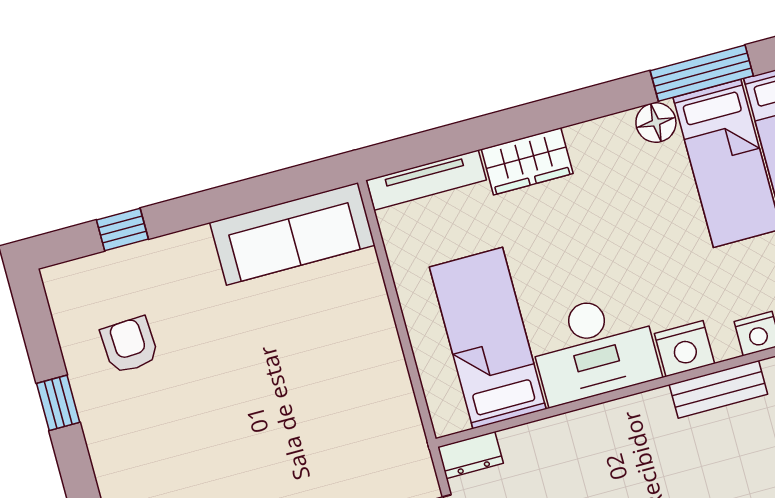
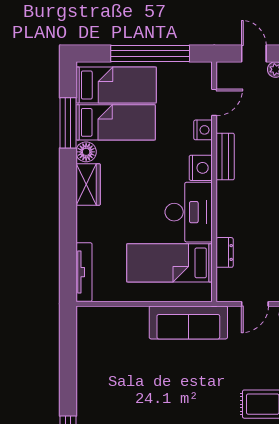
wardrobe: (527, 161) -> (88, 184), moved
sofa: (292, 234) -> (188, 322), moved, turned 90
dresser: (470, 455) -> (225, 252), moved

